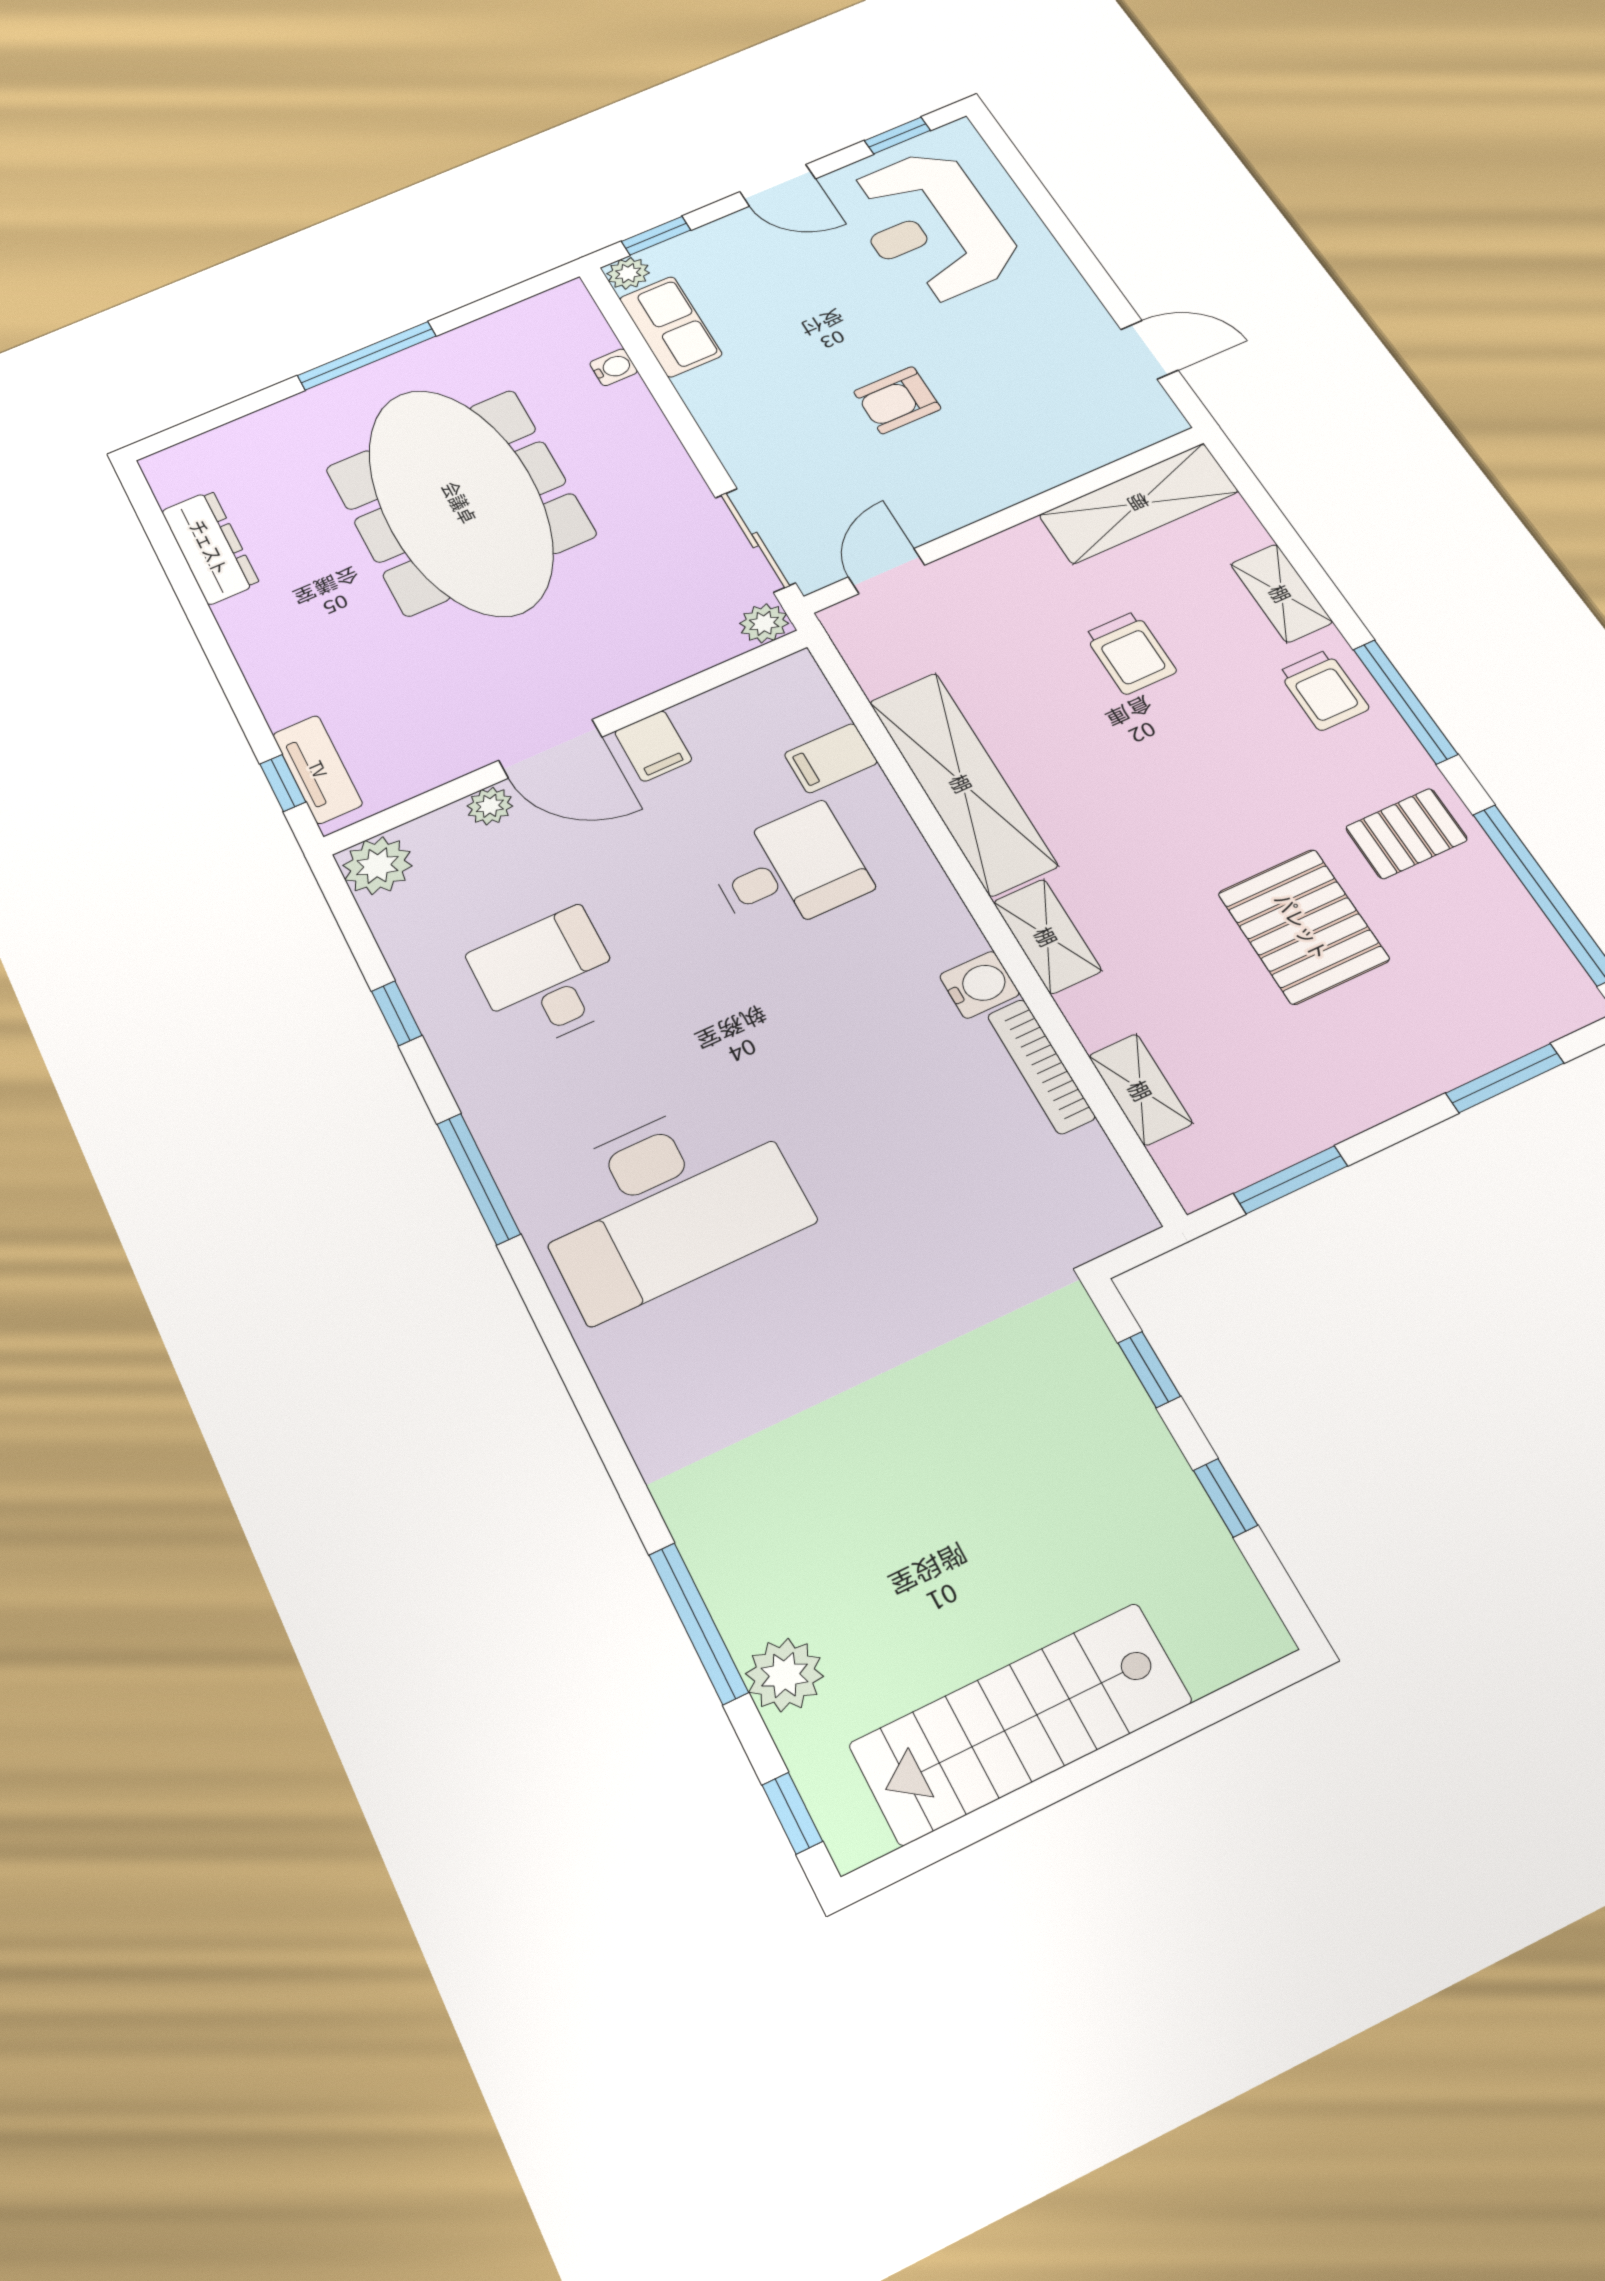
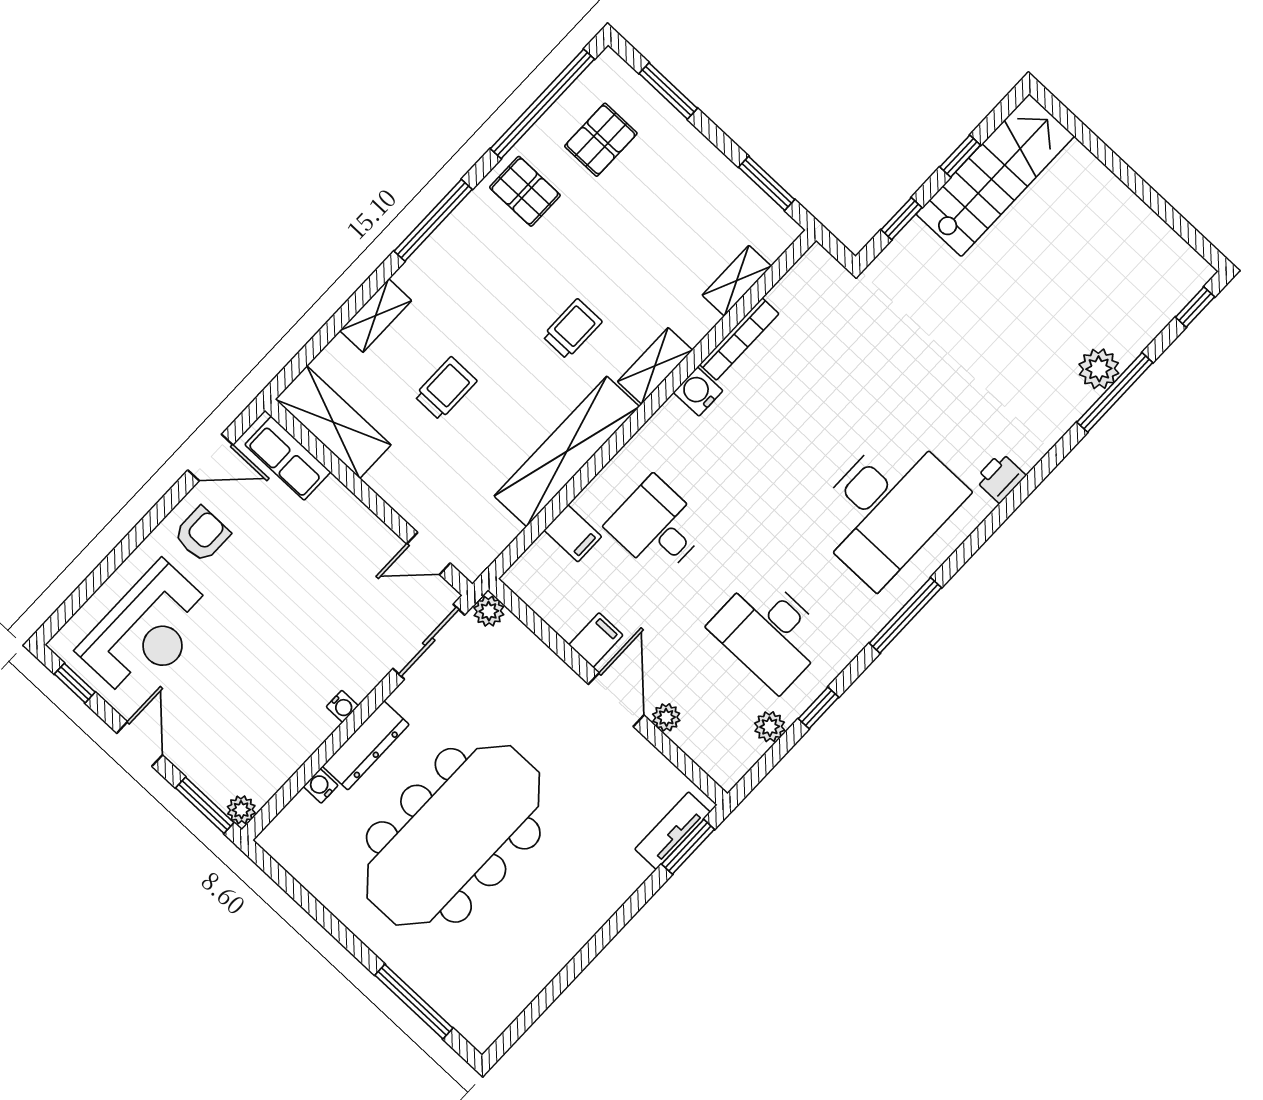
window: (656, 236) -> (205, 805), width x1.50
row of seats: (671, 327) -> (288, 458), moved, turned -90
door: (1149, 350) -> (210, 457), swing flipped
window: (367, 356) -> (414, 1002), moved
armchair: (897, 400) -> (202, 534), moved, turned -90
water cooler: (713, 418) -> (342, 706), added
dresser: (210, 547) -> (366, 745), moved, turned 180
trolley: (1324, 690) -> (572, 329), moved
window: (283, 783) -> (688, 847), width x1.50
plant: (377, 866) -> (770, 727), moved, width x0.73, depth x0.73
pallet: (1303, 926) -> (601, 140), moved, width x0.67, depth x0.71
desk: (549, 978) -> (769, 632), width x1.37
desk: (667, 1203) -> (887, 507), turned 90
printer: (635, 1390) -> (1000, 478), added
plant: (784, 1675) -> (1099, 369), moved
stairs: (1020, 1723) -> (995, 175), moved, turned -90

